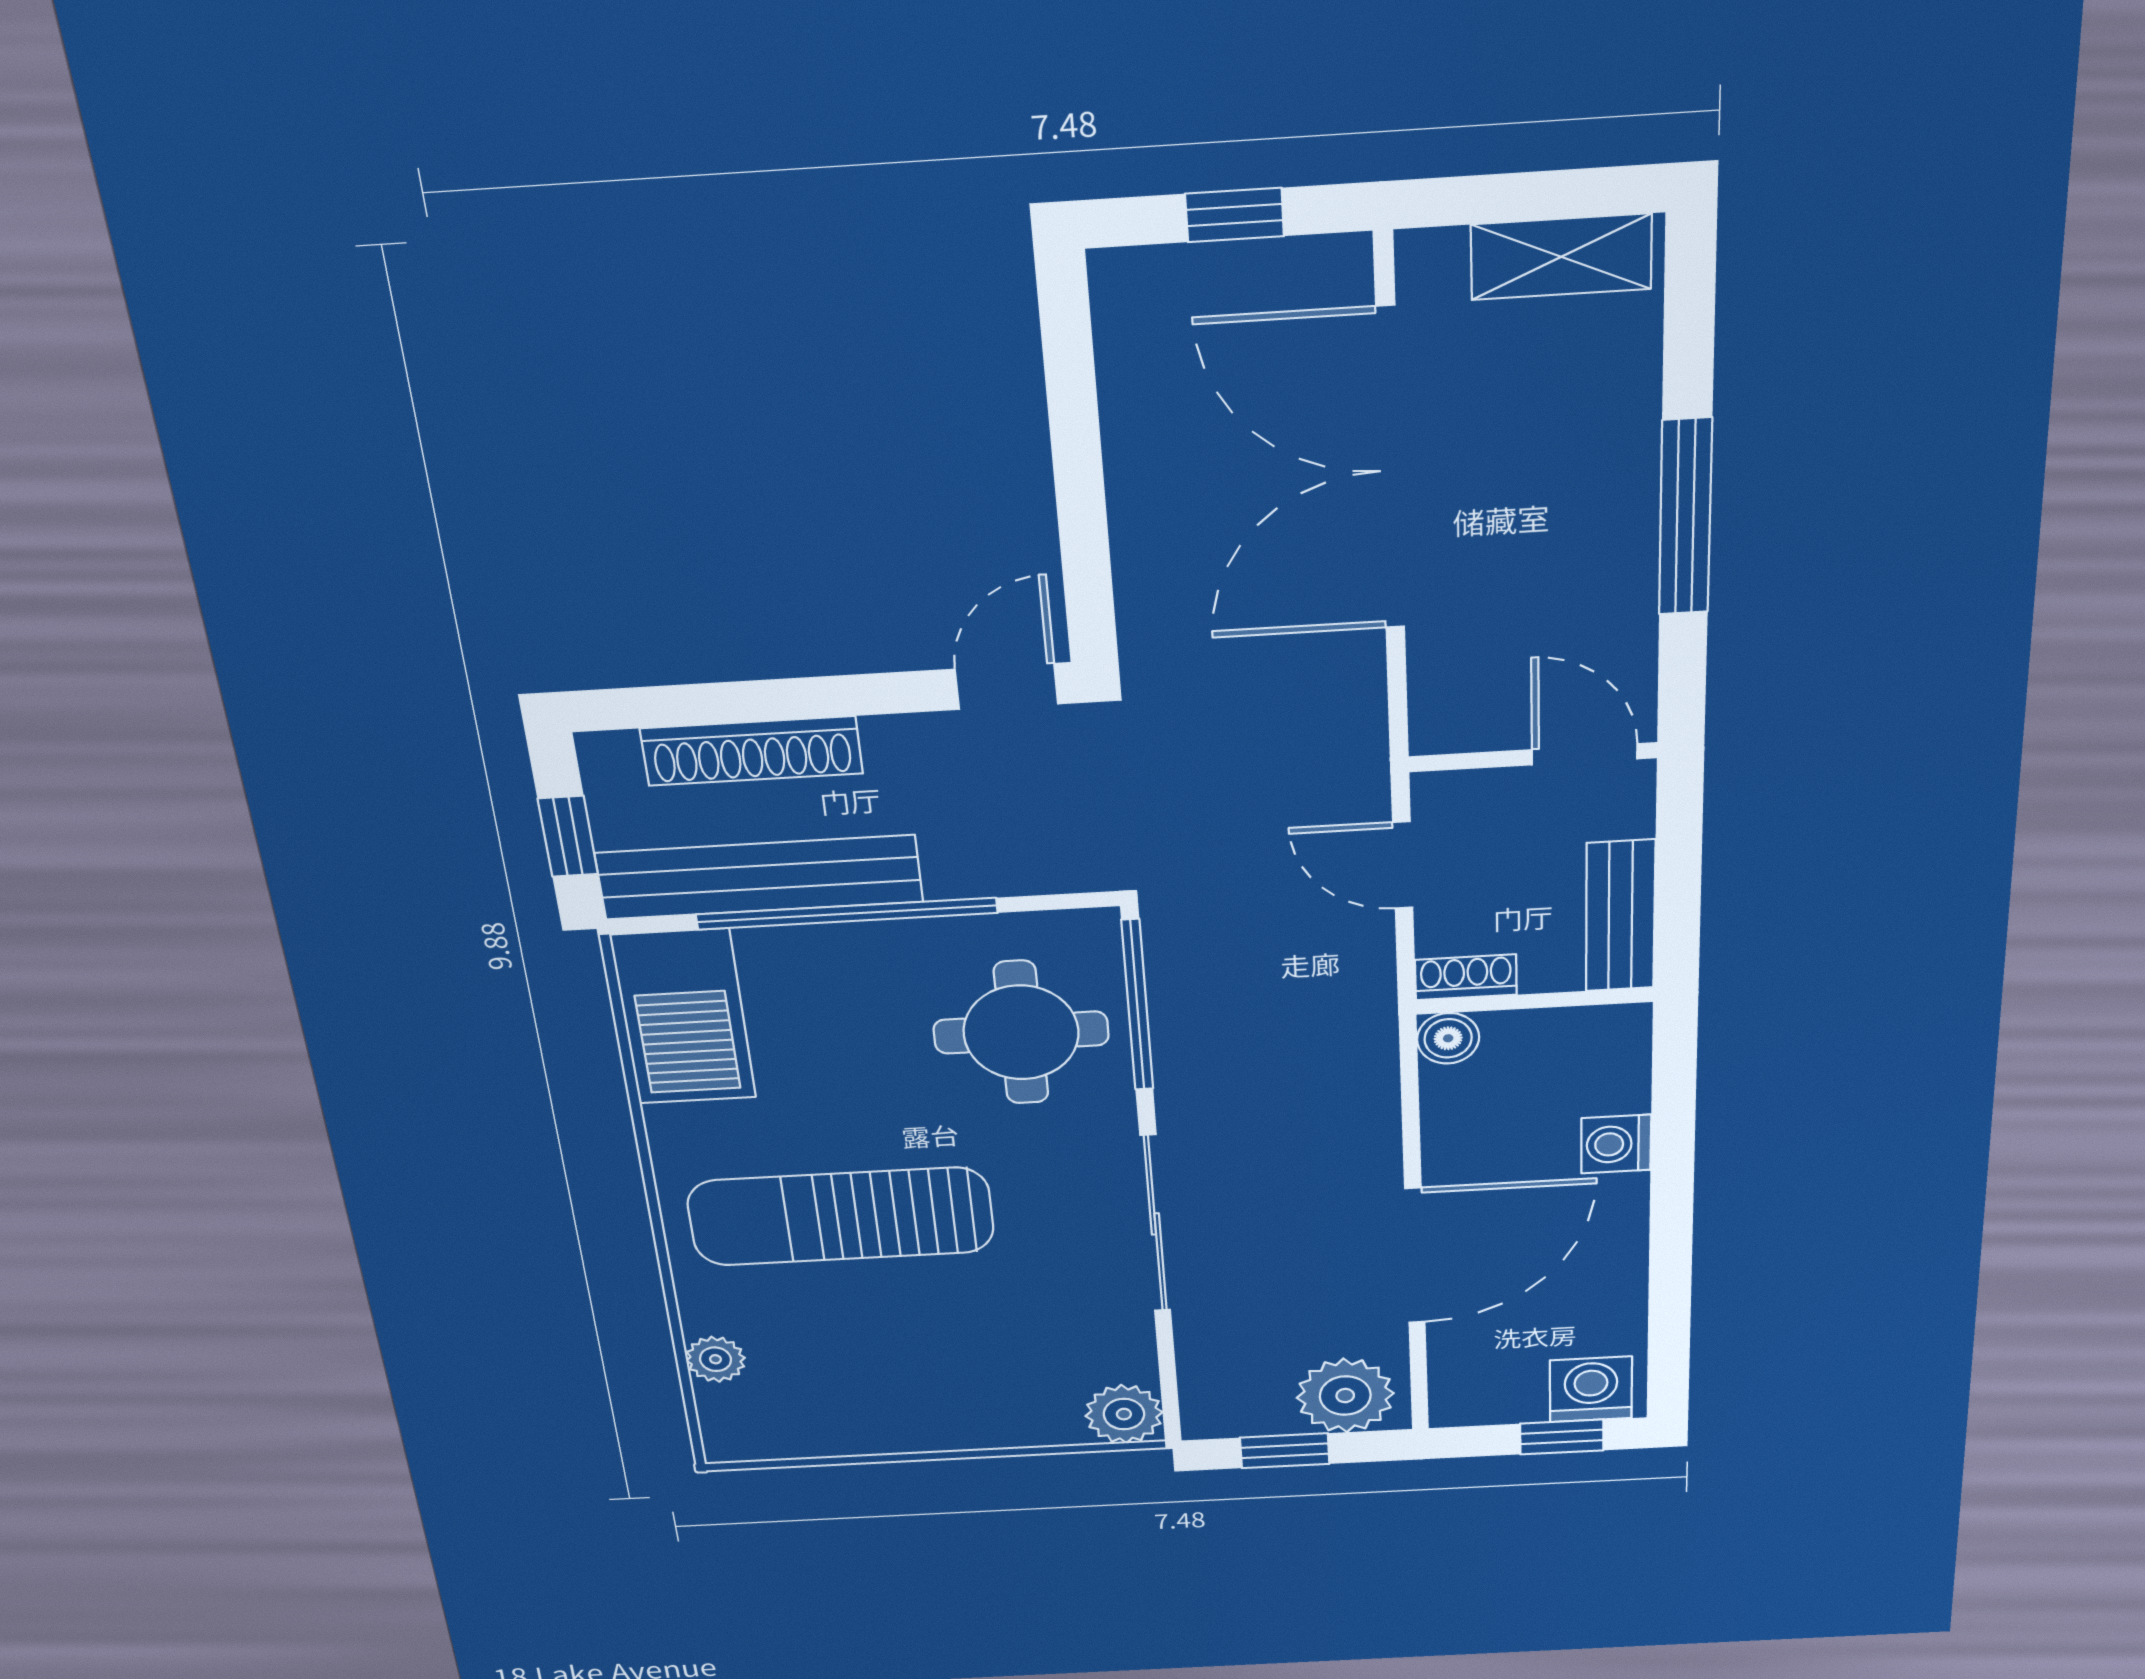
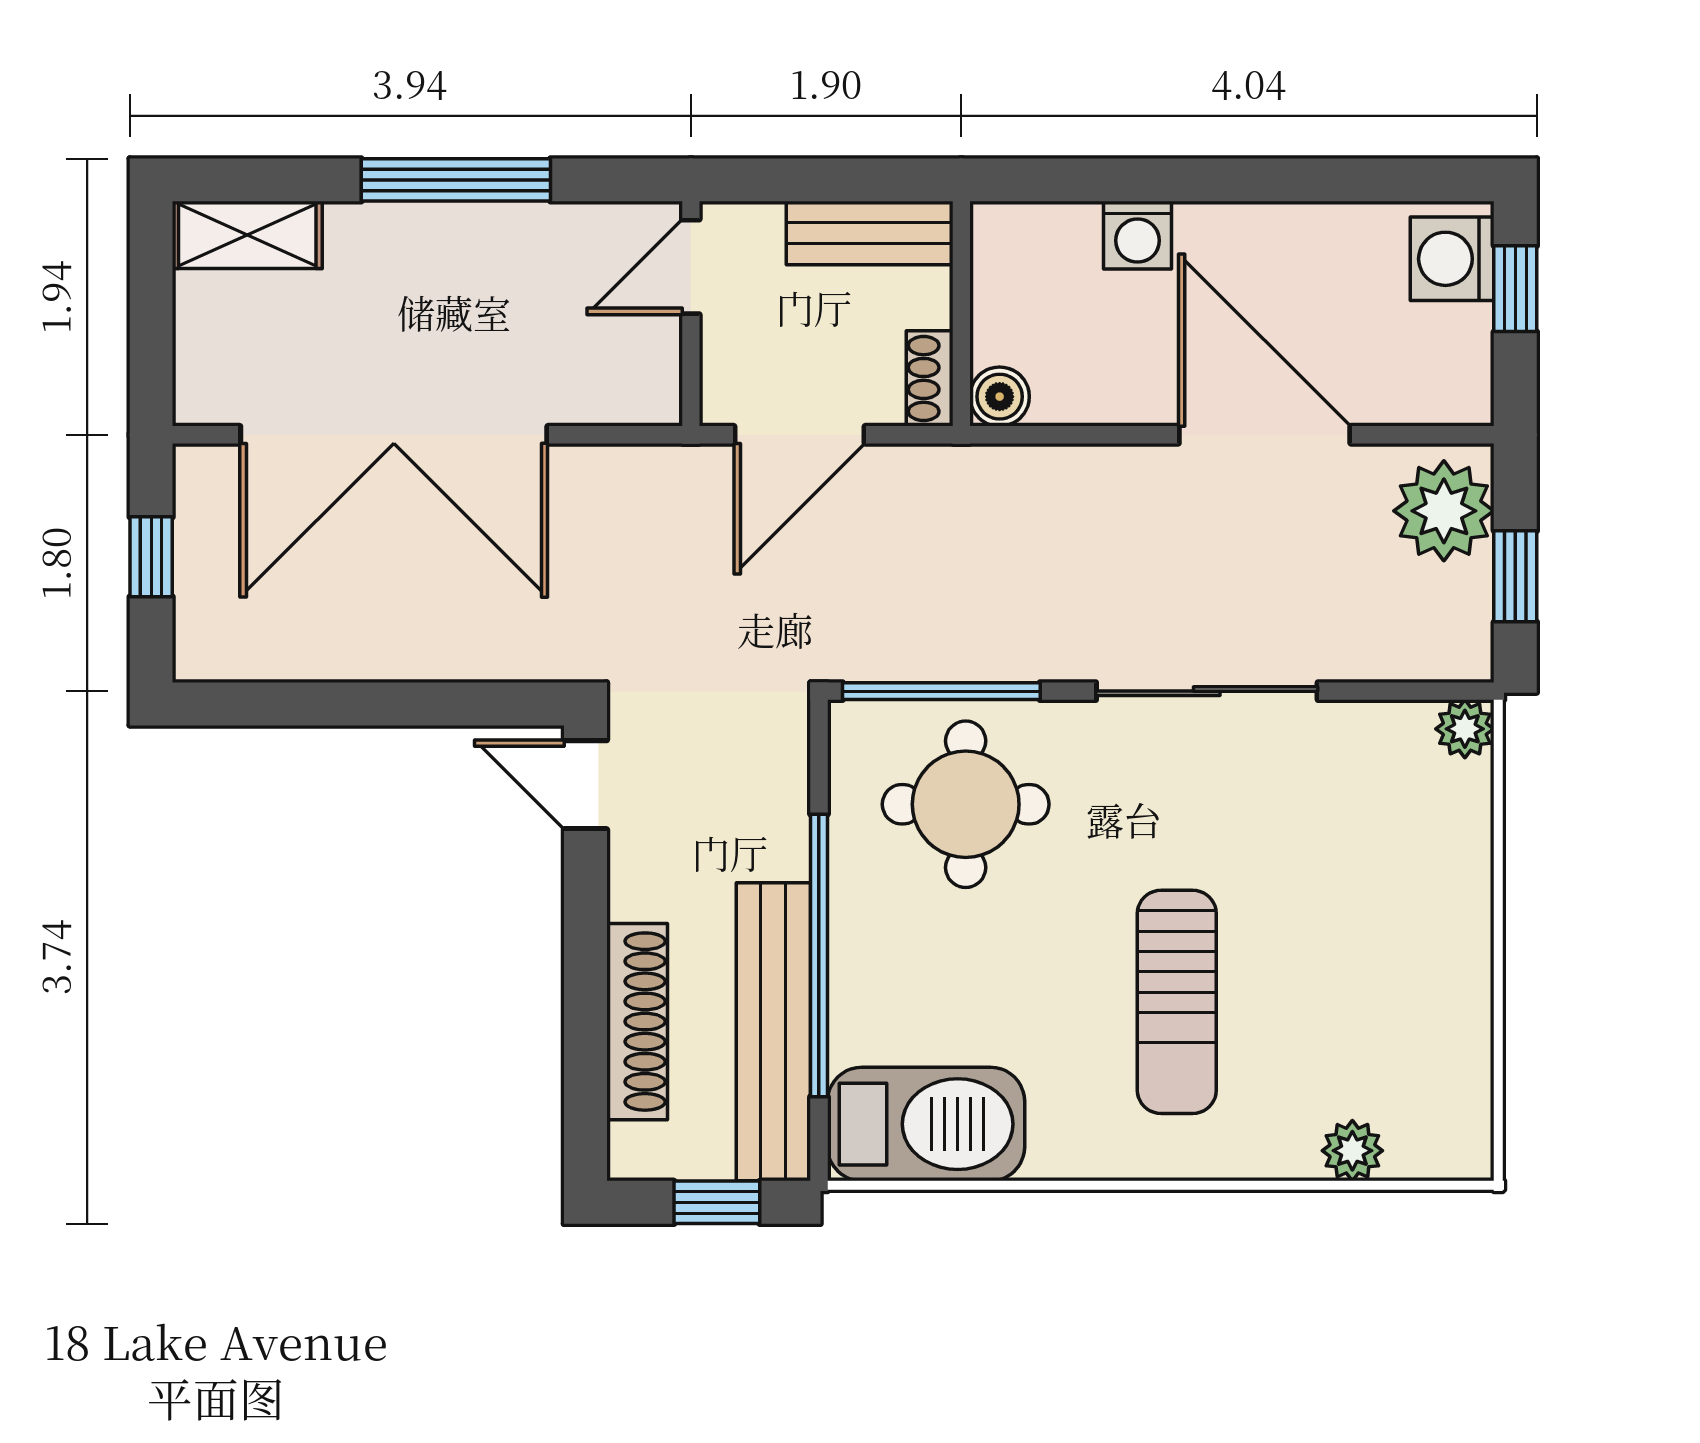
shelving: (1561, 257) -> (247, 235), moved, turned 90
door: (1403, 865) -> (799, 435), width x1.38
sun lounger: (841, 1217) -> (1177, 1002), width x0.73, depth x0.75
plant: (1124, 1414) -> (1465, 729), width x0.73, depth x0.73

